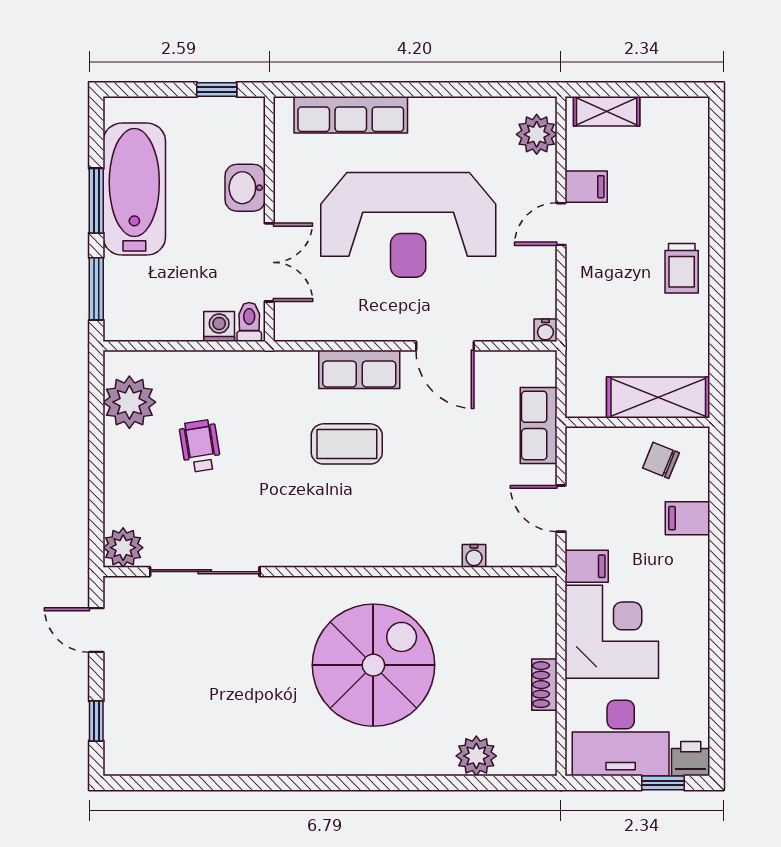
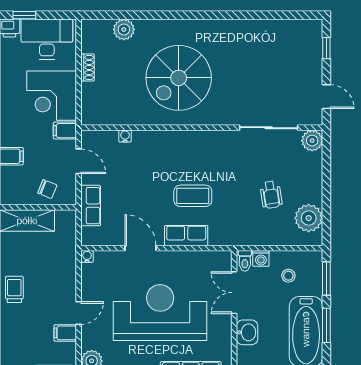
stool: (167, 294) -> (288, 276), added
chair: (661, 460) -> (47, 189), moved

